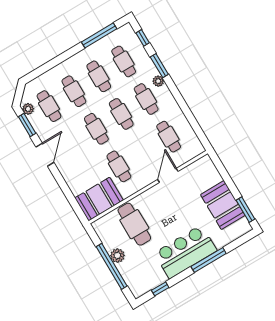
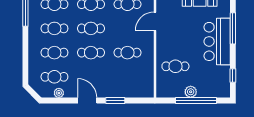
plant: (28, 109) -> (59, 93), moved
window: (27, 125) -> (115, 101), moved
door: (168, 175) -> (155, 21), hinge flipped
booth: (99, 199) -> (142, 81), removed
cafe table: (134, 224) -> (175, 66), width x0.73, depth x0.74

